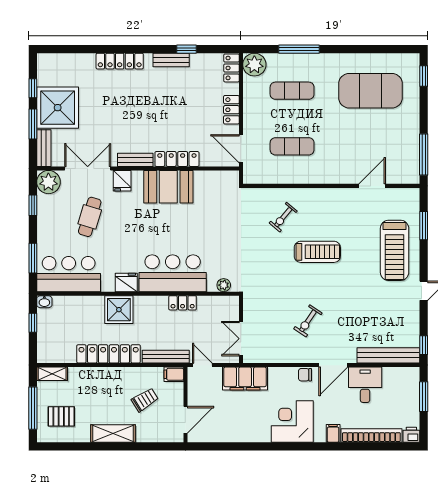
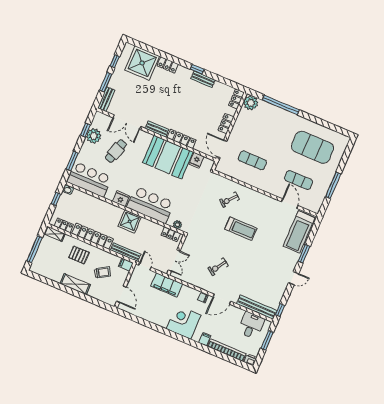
window: (186, 49) -> (197, 69), moved
window: (299, 49) -> (281, 105), width x1.46
locker: (120, 61) -> (168, 65), width x0.66
window: (424, 76) -> (347, 152), removed
exercise mat: (292, 91) -> (299, 180), moved
shower: (58, 108) -> (142, 63), moved
window: (424, 155) -> (333, 185), moved
double door: (88, 168) -> (127, 122), swing flipped
fridge: (122, 181) -> (197, 160), moved
plant: (48, 182) -> (94, 136), moved
door: (372, 186) -> (290, 204), hinge flipped
booth: (168, 187) -> (168, 157), width x1.36, depth x1.42
window: (424, 226) -> (304, 254), moved
treadmill: (395, 250) -> (299, 232), moved
locker: (183, 303) -> (171, 234), moved
shower: (119, 310) -> (130, 221), moved
double door: (241, 339) -> (174, 260), swing flipped
locker: (60, 356) -> (64, 225), added
desk: (365, 385) -> (251, 325), moved
pallet: (61, 416) -> (79, 255), moved
door: (185, 420) -> (121, 294), hinge flipped

